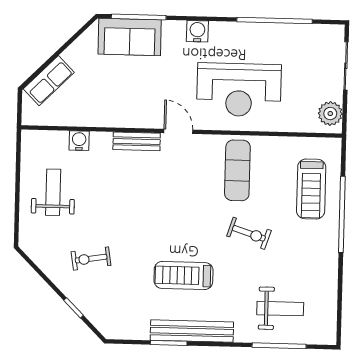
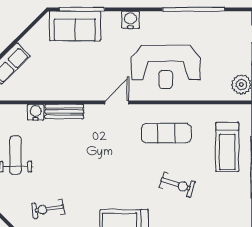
door: (178, 131) -> (117, 102), hinge flipped
bench: (137, 141) -> (64, 112), moved
exercise mat: (237, 170) -> (166, 133), turned 90

